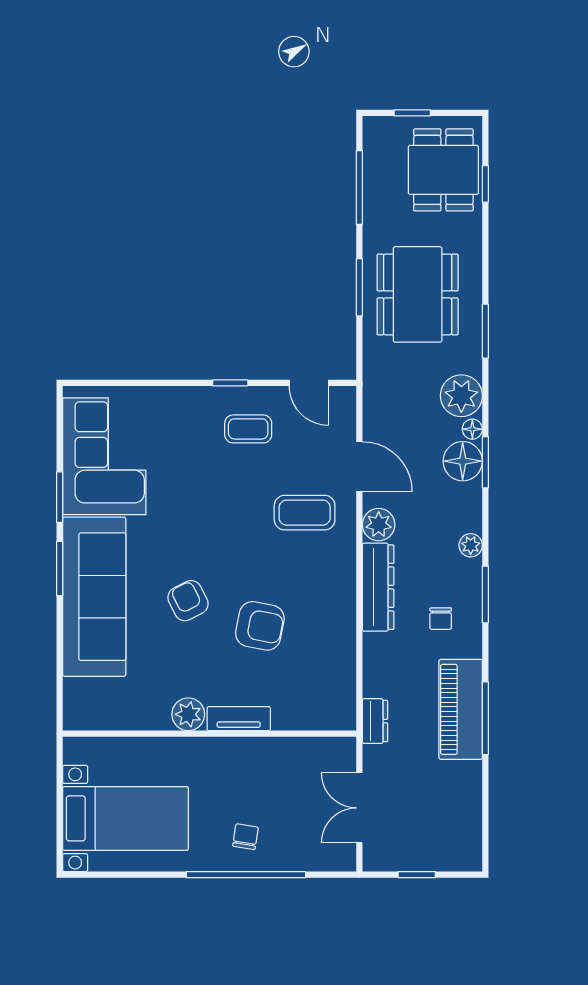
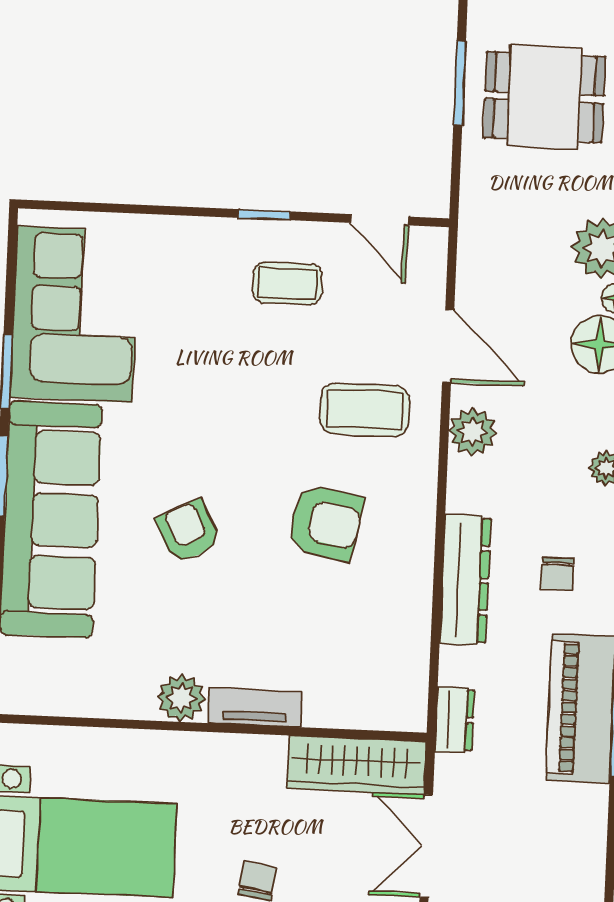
dining table: (418, 294) -> (544, 97), width x0.73
dresser: (378, 587) -> (465, 580), moved
armchair: (260, 626) -> (325, 523), moved
wardrobe: (310, 755) -> (357, 765), added

